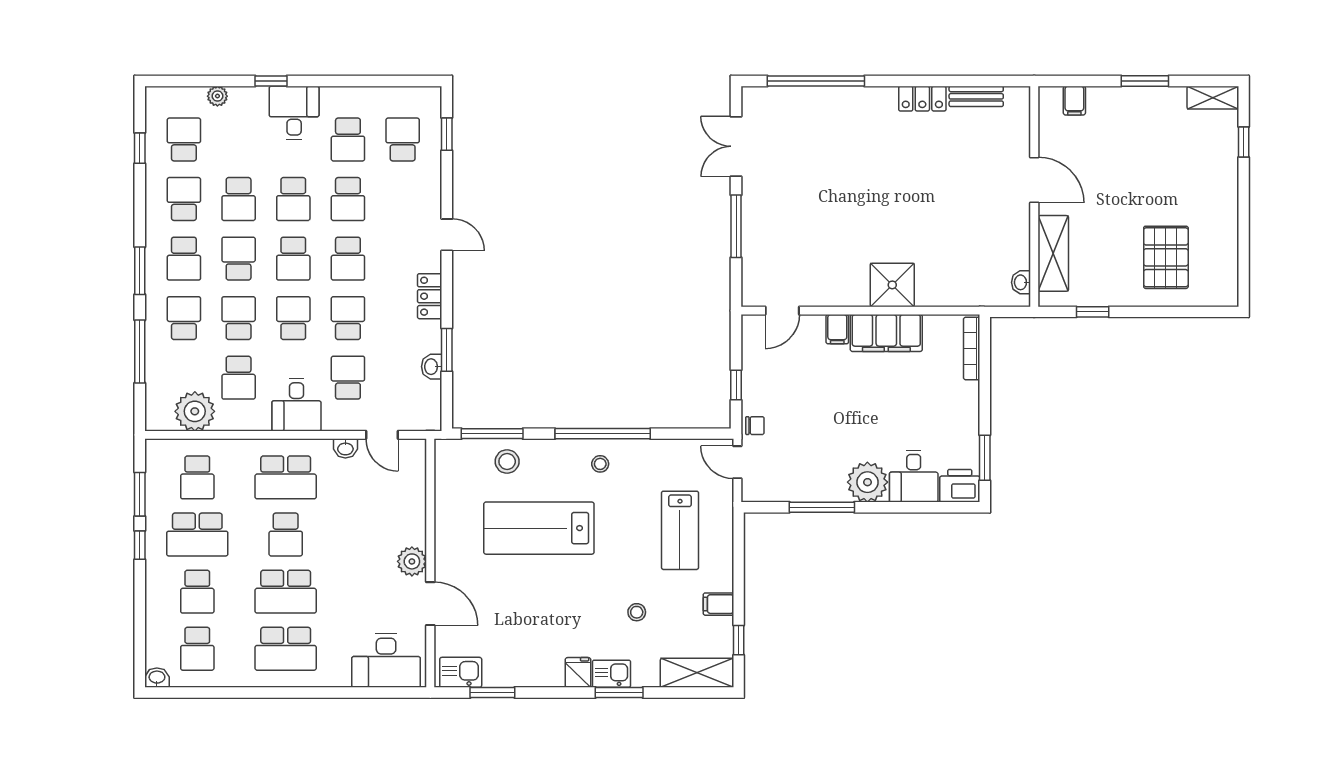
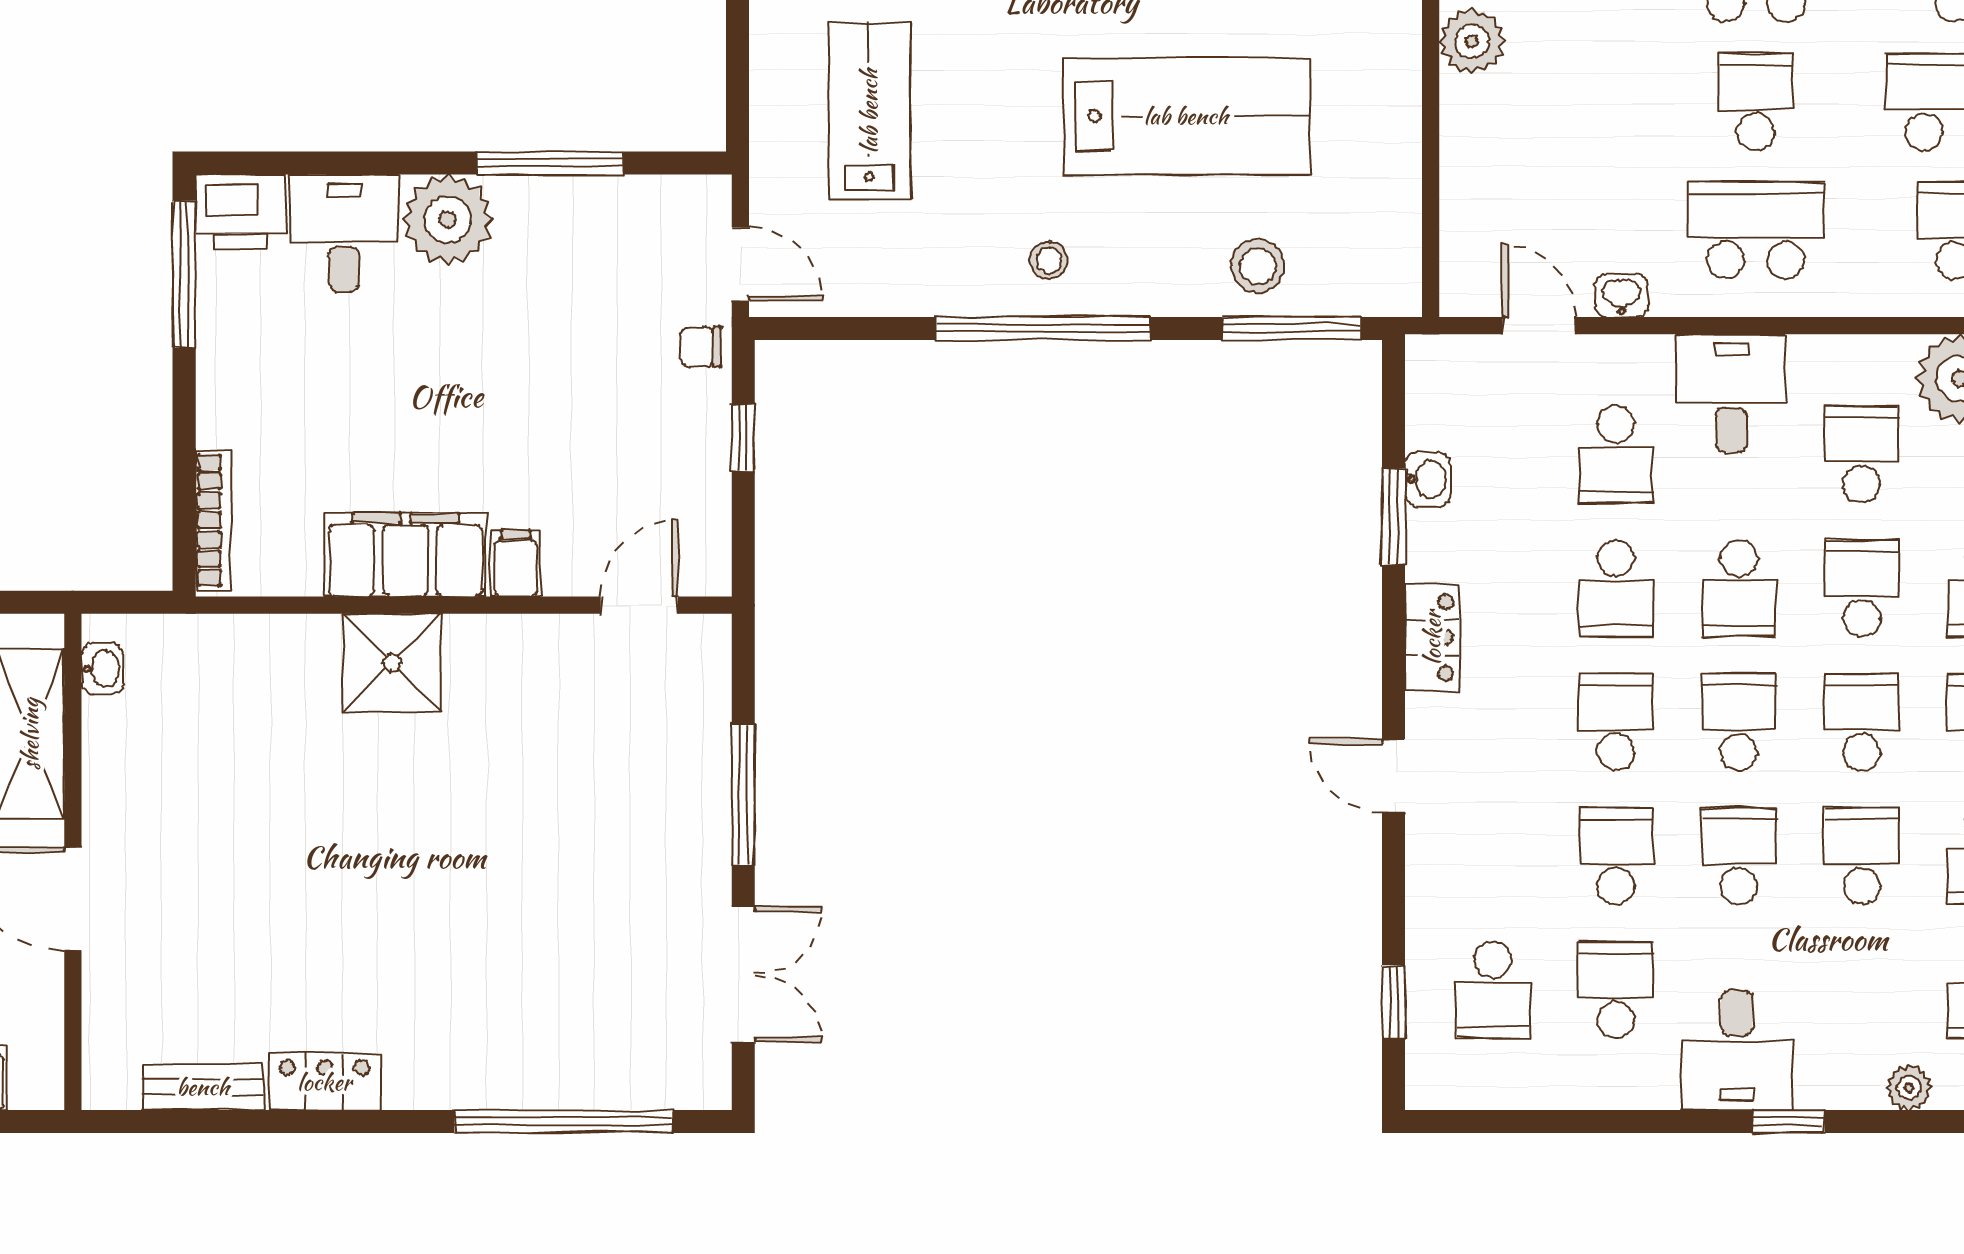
school desk: (239, 259) -> (1862, 722), turned 180
school desk: (239, 318) -> (1862, 588), turned 180
window: (985, 458) -> (184, 274), width x1.44

